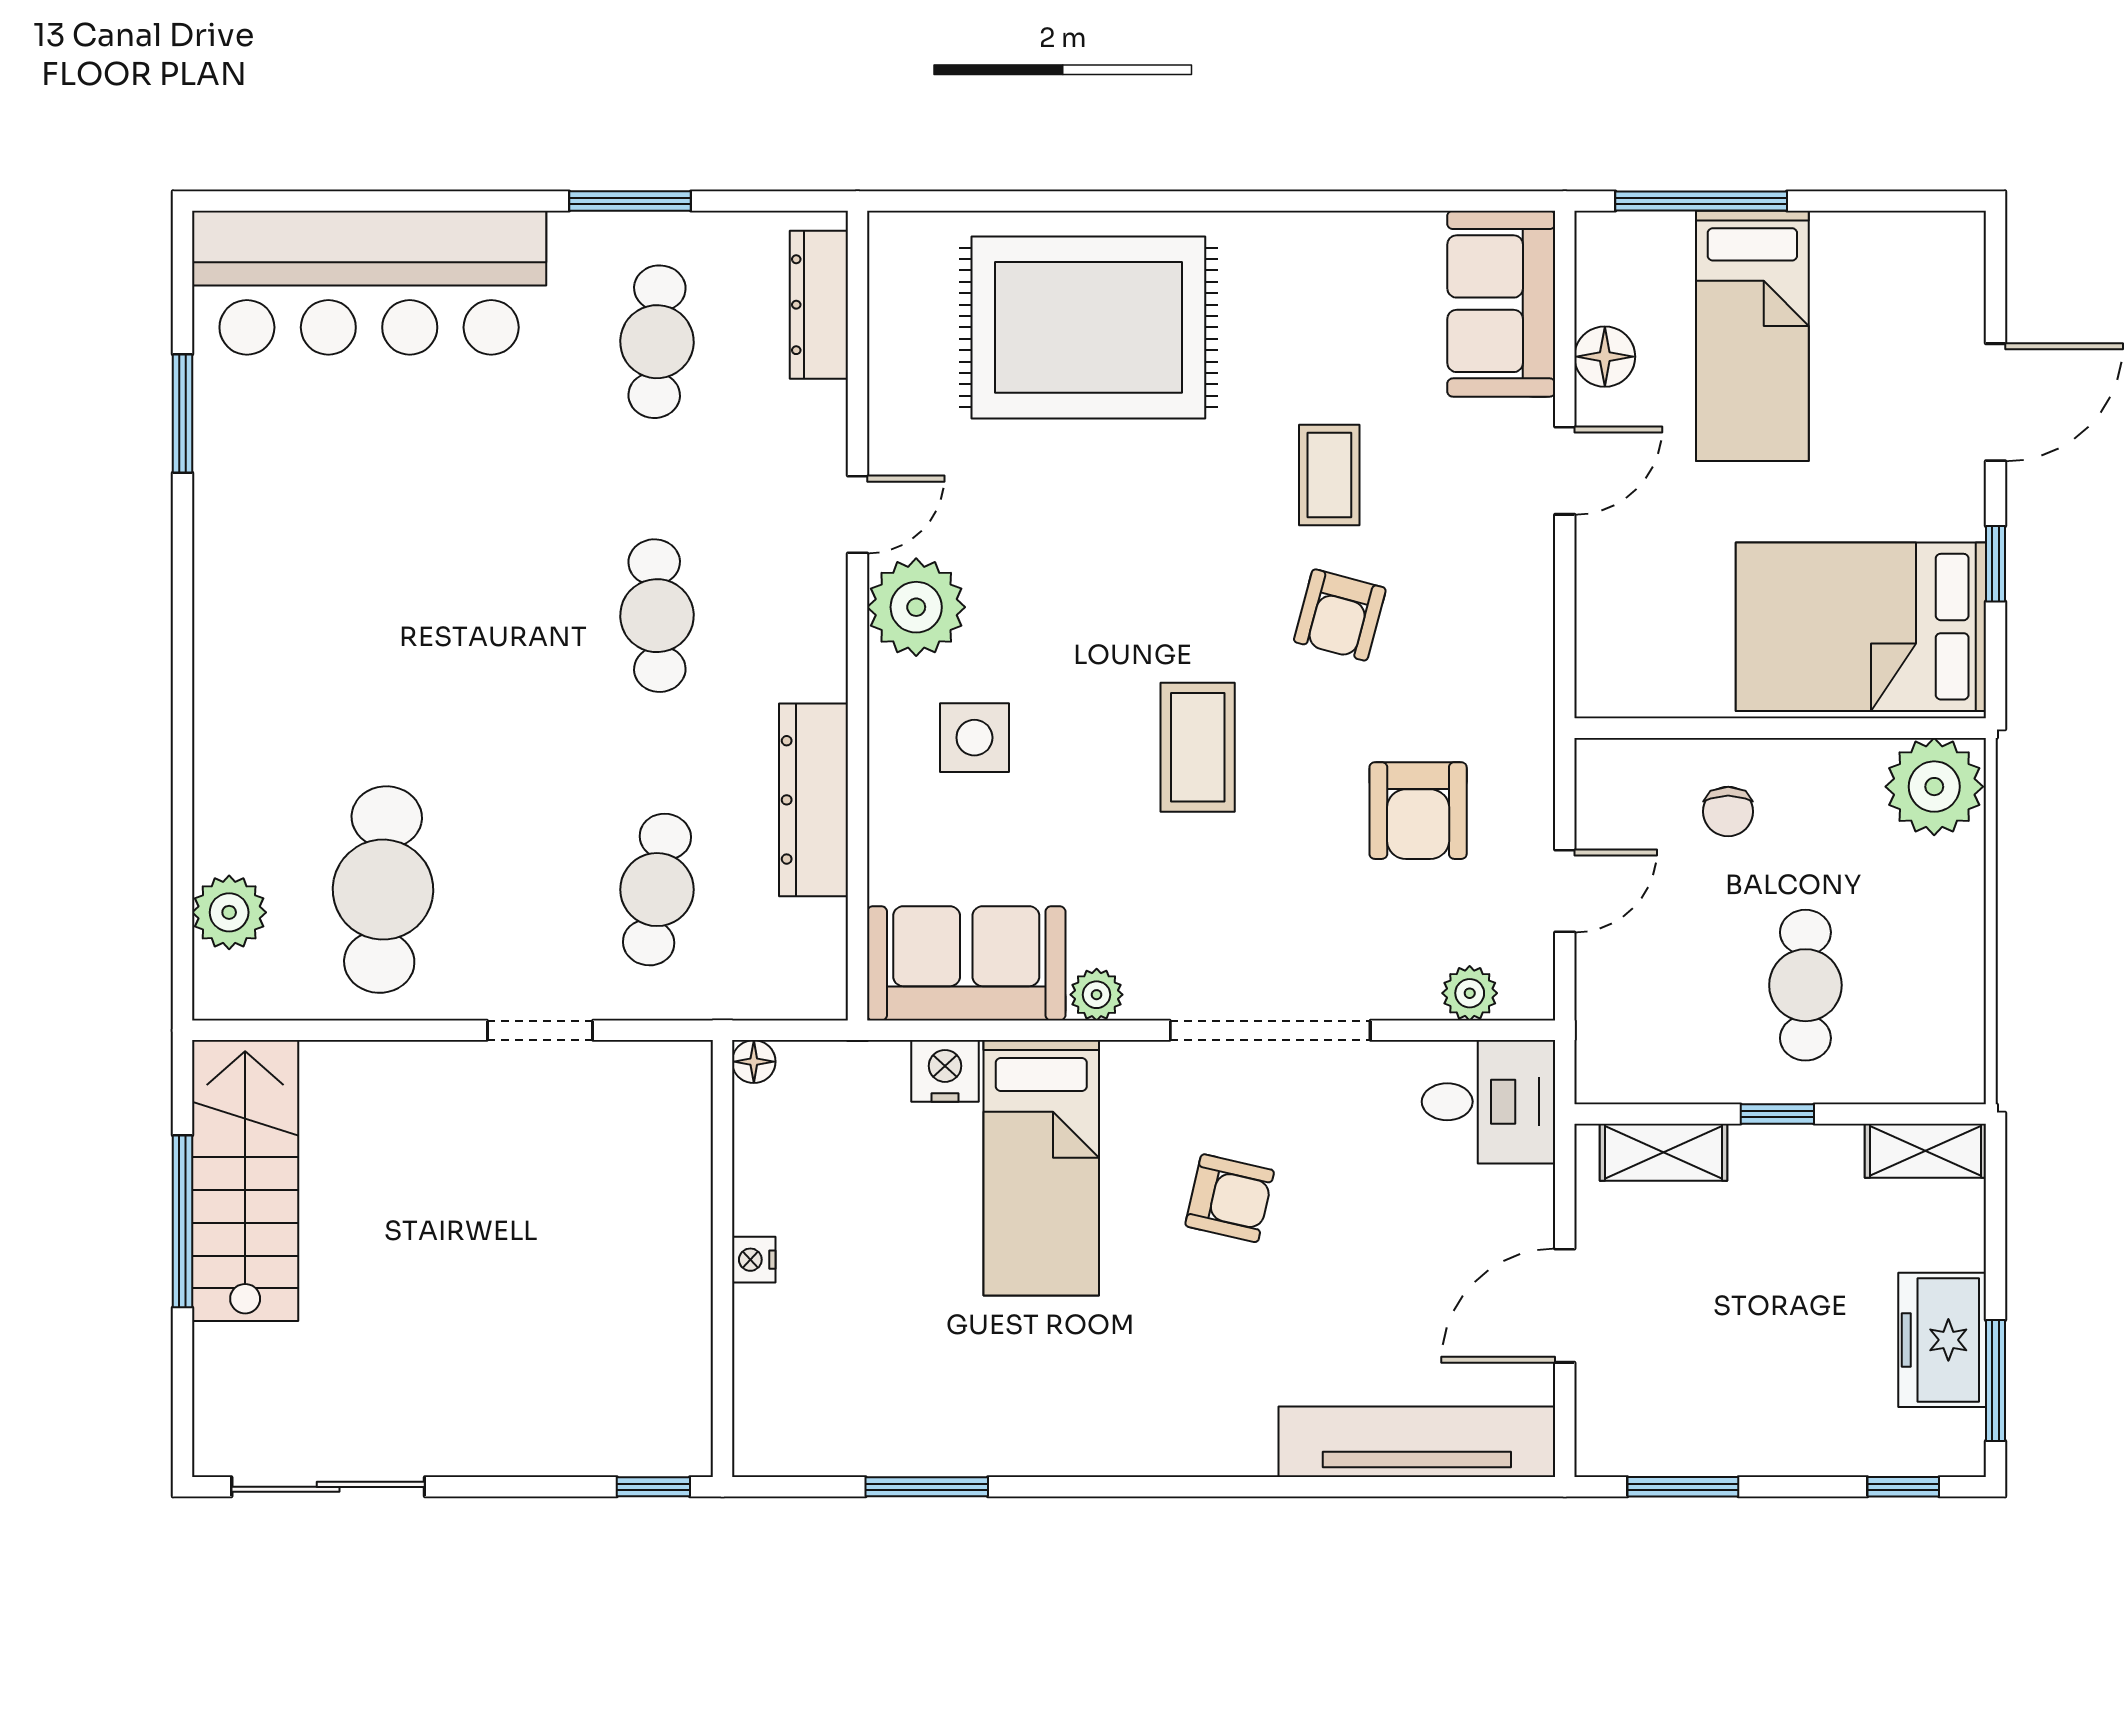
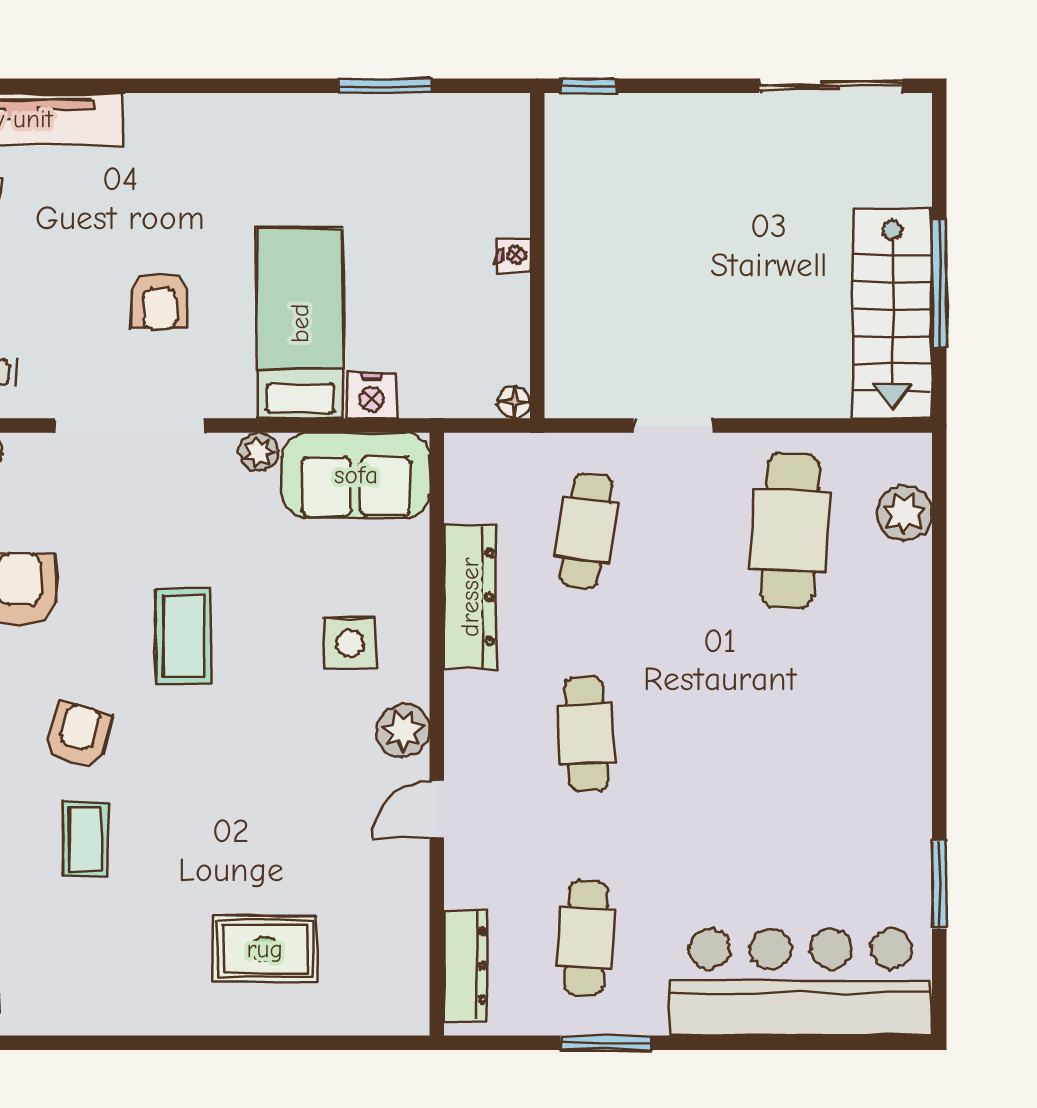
rug: (1088, 327) -> (265, 949), width x0.54, depth x0.49
plant: (916, 607) -> (403, 731), width x0.73, depth x0.73
armchair: (1230, 1198) -> (160, 301), turned -103

